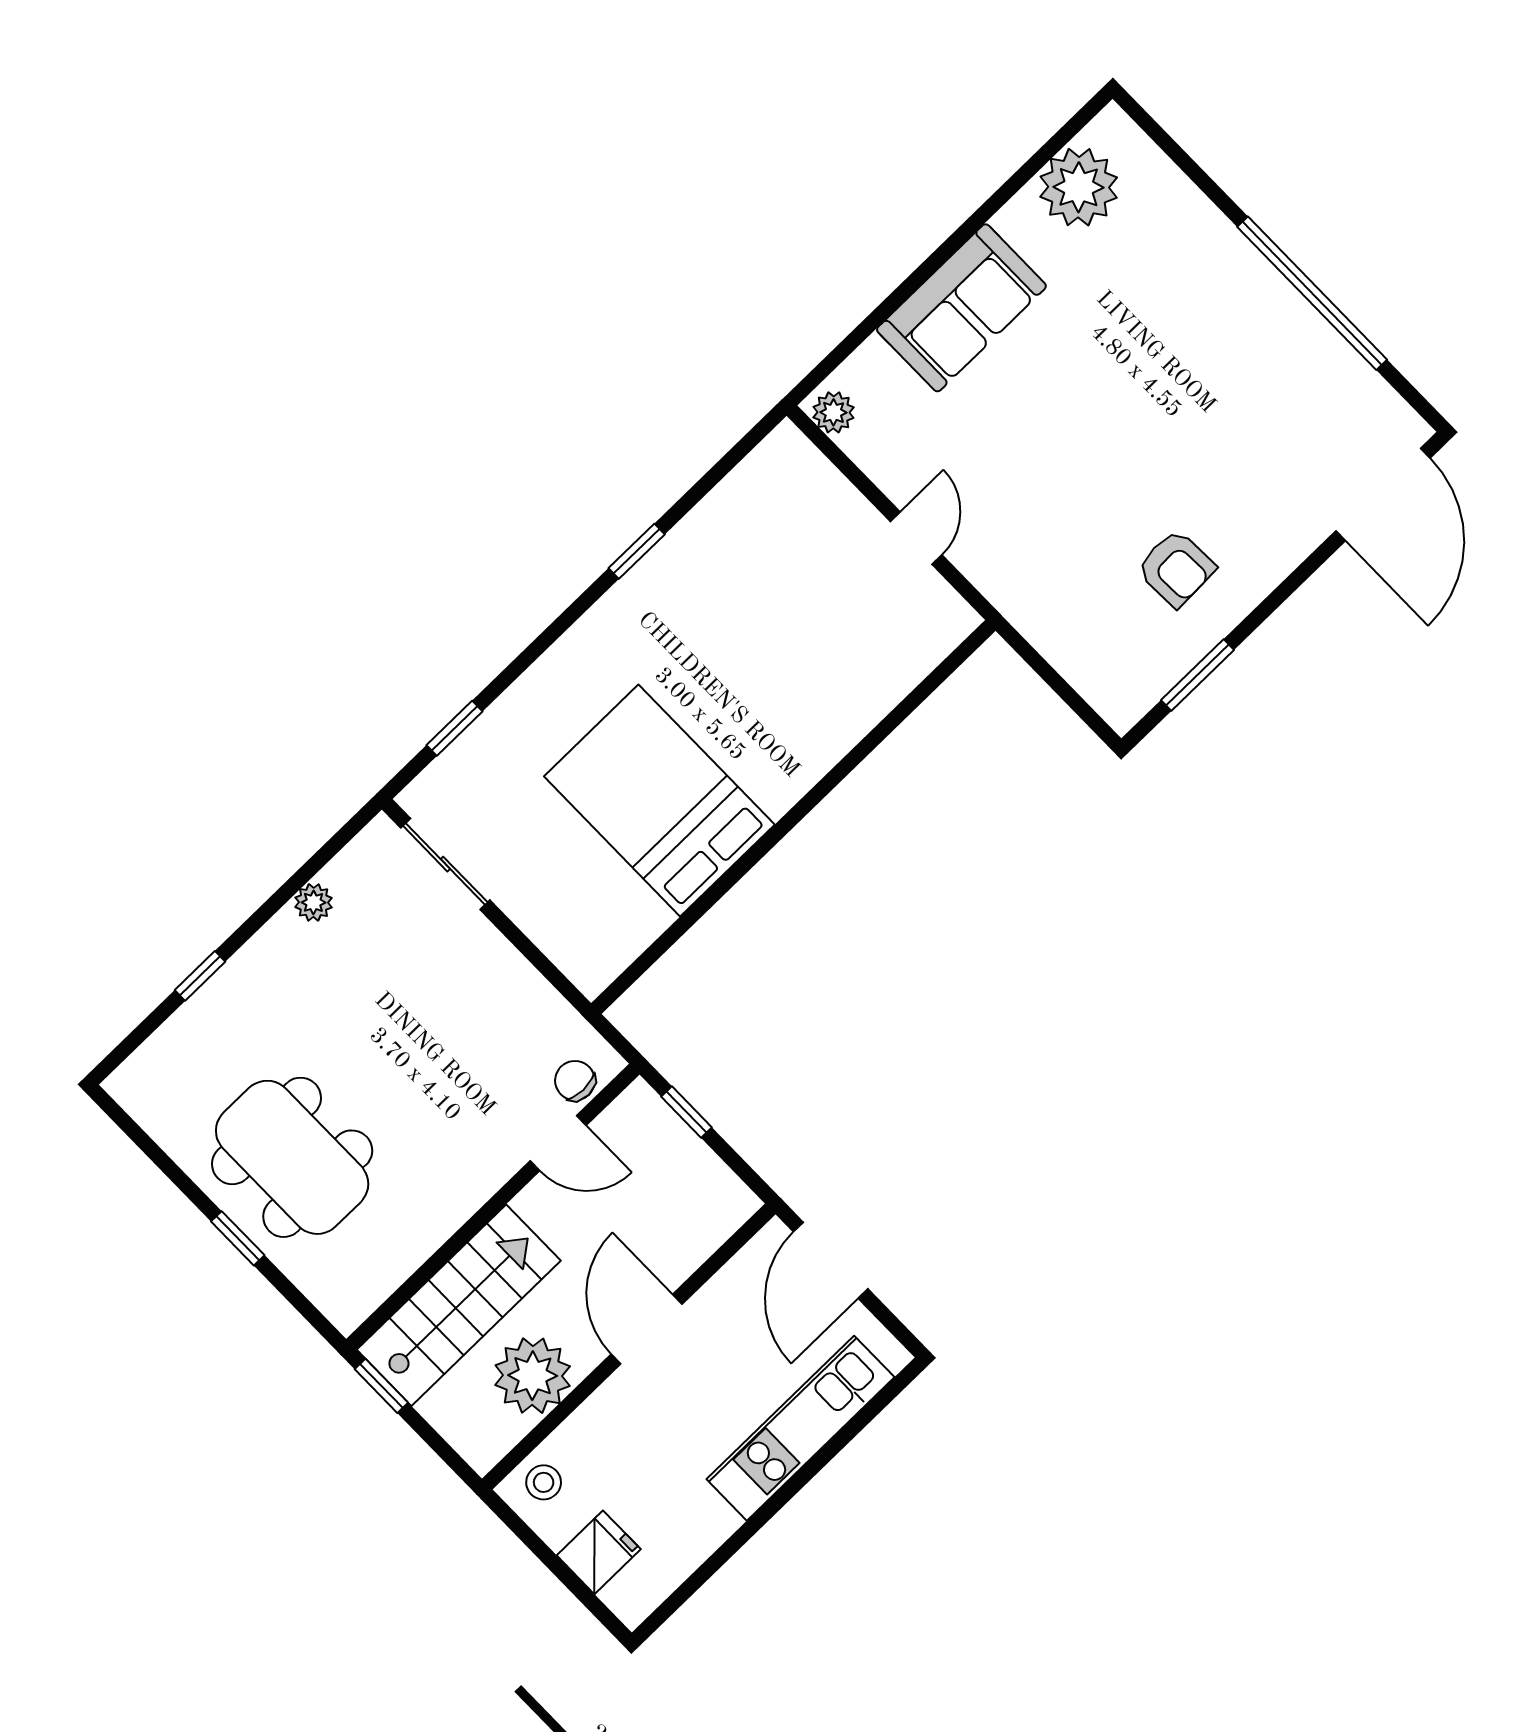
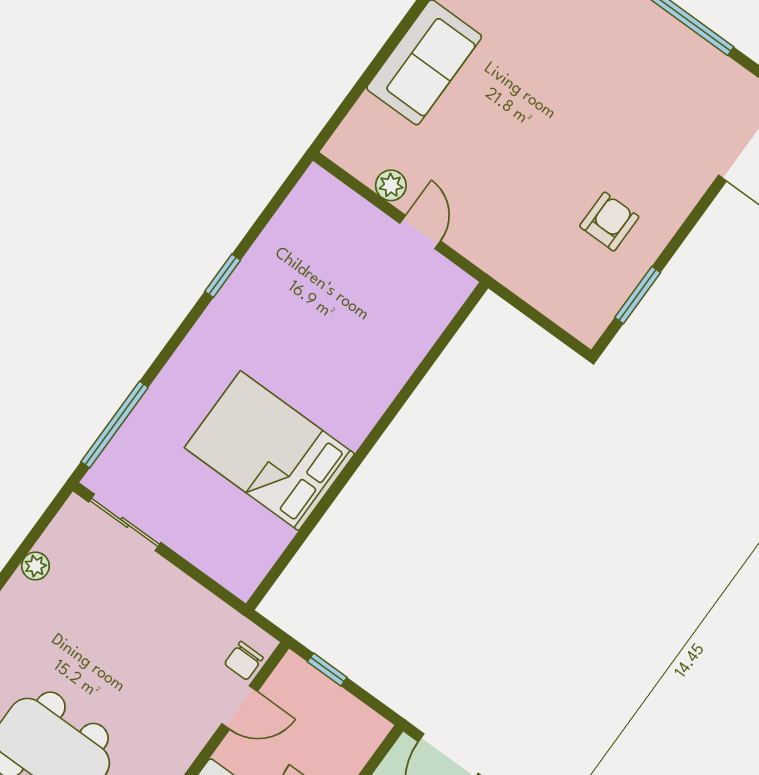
plant: (833, 412) -> (391, 185), moved
armchair: (1176, 568) -> (609, 222), turned -88
window: (454, 728) -> (115, 424), width x2.17
chair: (575, 1081) -> (244, 661), turned -90

